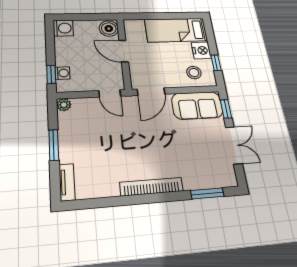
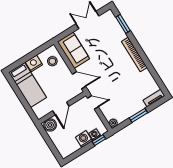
washing machine: (63, 28) -> (84, 139), moved
window: (216, 63) -> (38, 51), removed
door: (110, 93) -> (93, 102), hinge flipped
window: (226, 109) -> (67, 33), removed

